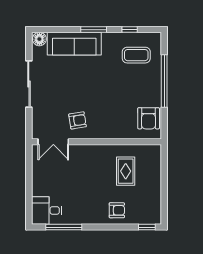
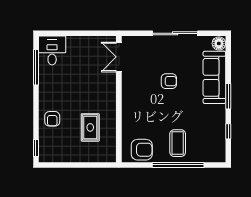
coffee table: (136, 55) -> (178, 143), moved
armchair: (149, 118) -> (142, 150), turned 180
armchair: (78, 120) -> (169, 81), moved, turned -81
rug: (126, 171) -> (90, 127), turned 90

